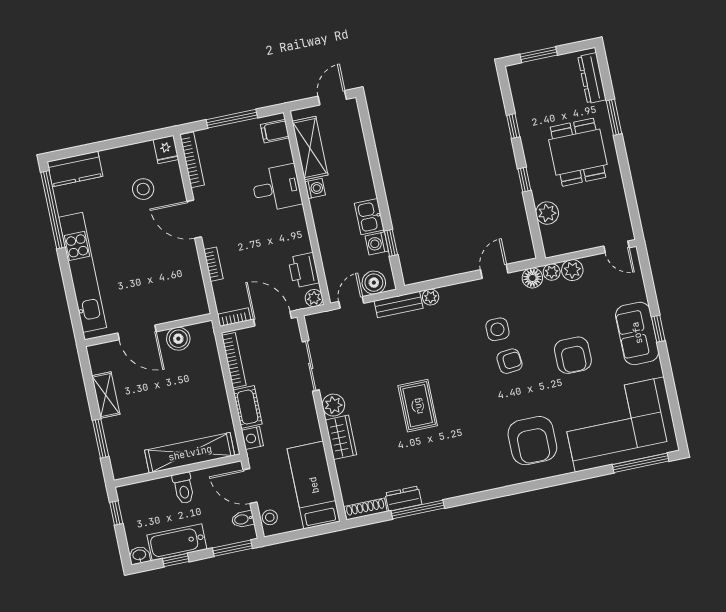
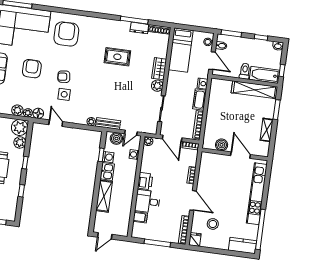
filing cabinet: (275, 131) -> (140, 217), moved
shelving: (310, 148) -> (104, 196), moved
washing machine: (315, 188) -> (134, 154), moved
plant: (557, 240) -> (20, 127), added
printer: (304, 270) -> (145, 181), moved
door: (494, 271) -> (56, 123), swing flipped
rug: (418, 406) -> (117, 57), moved, turned 90
shelving: (190, 453) -> (254, 90), moved
bathtub: (177, 542) -> (265, 75), moved, turned 180

